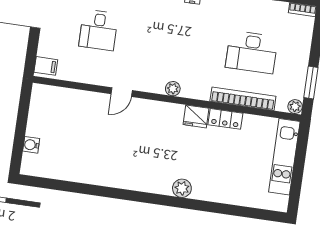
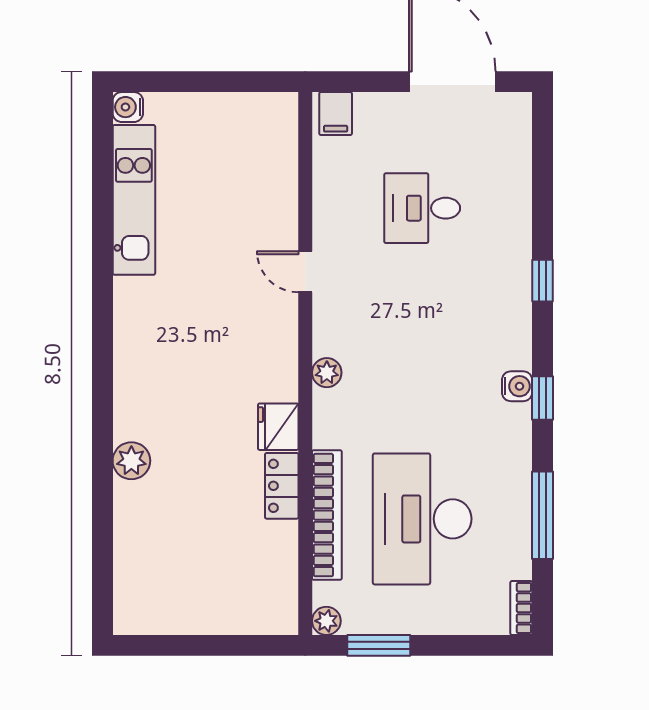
desk: (252, 52) -> (422, 519), width x1.36, depth x1.30
water cooler: (31, 145) -> (128, 107), moved, turned -90
kitchen unit: (284, 157) -> (134, 200), moved, turned 90
plant: (182, 188) -> (131, 461), moved

